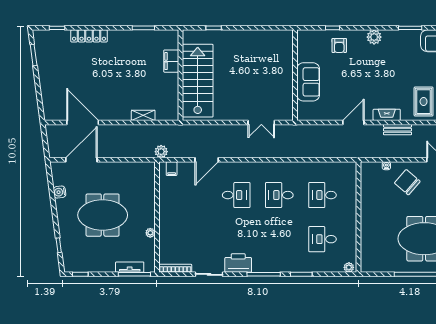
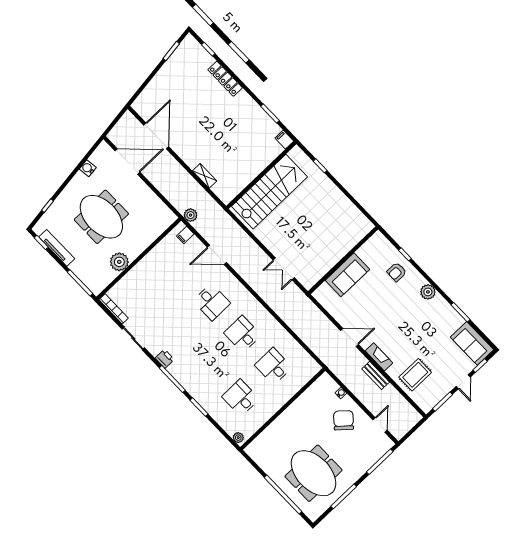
filing cabinet: (171, 61) -> (284, 140), moved, width x0.50
plant: (150, 233) -> (119, 262), width x1.88, depth x1.88
printer: (238, 263) -> (165, 359), width x0.53, depth x0.68
tv unit: (130, 267) -> (57, 248), moved, width x1.41

